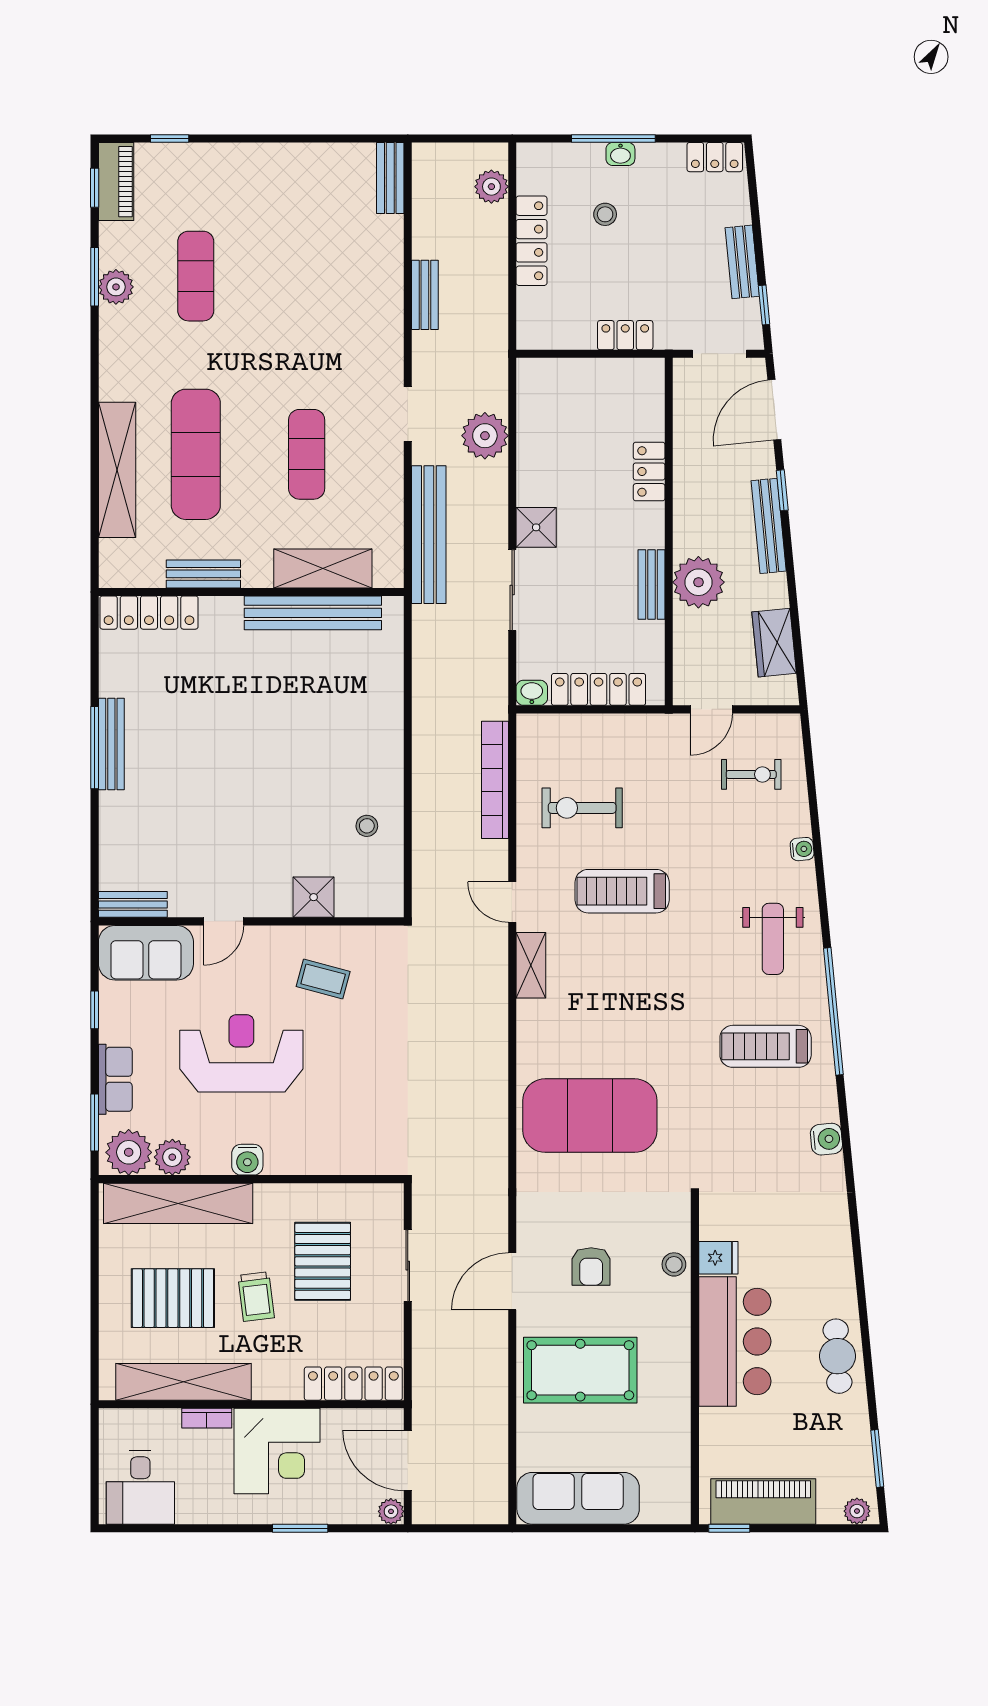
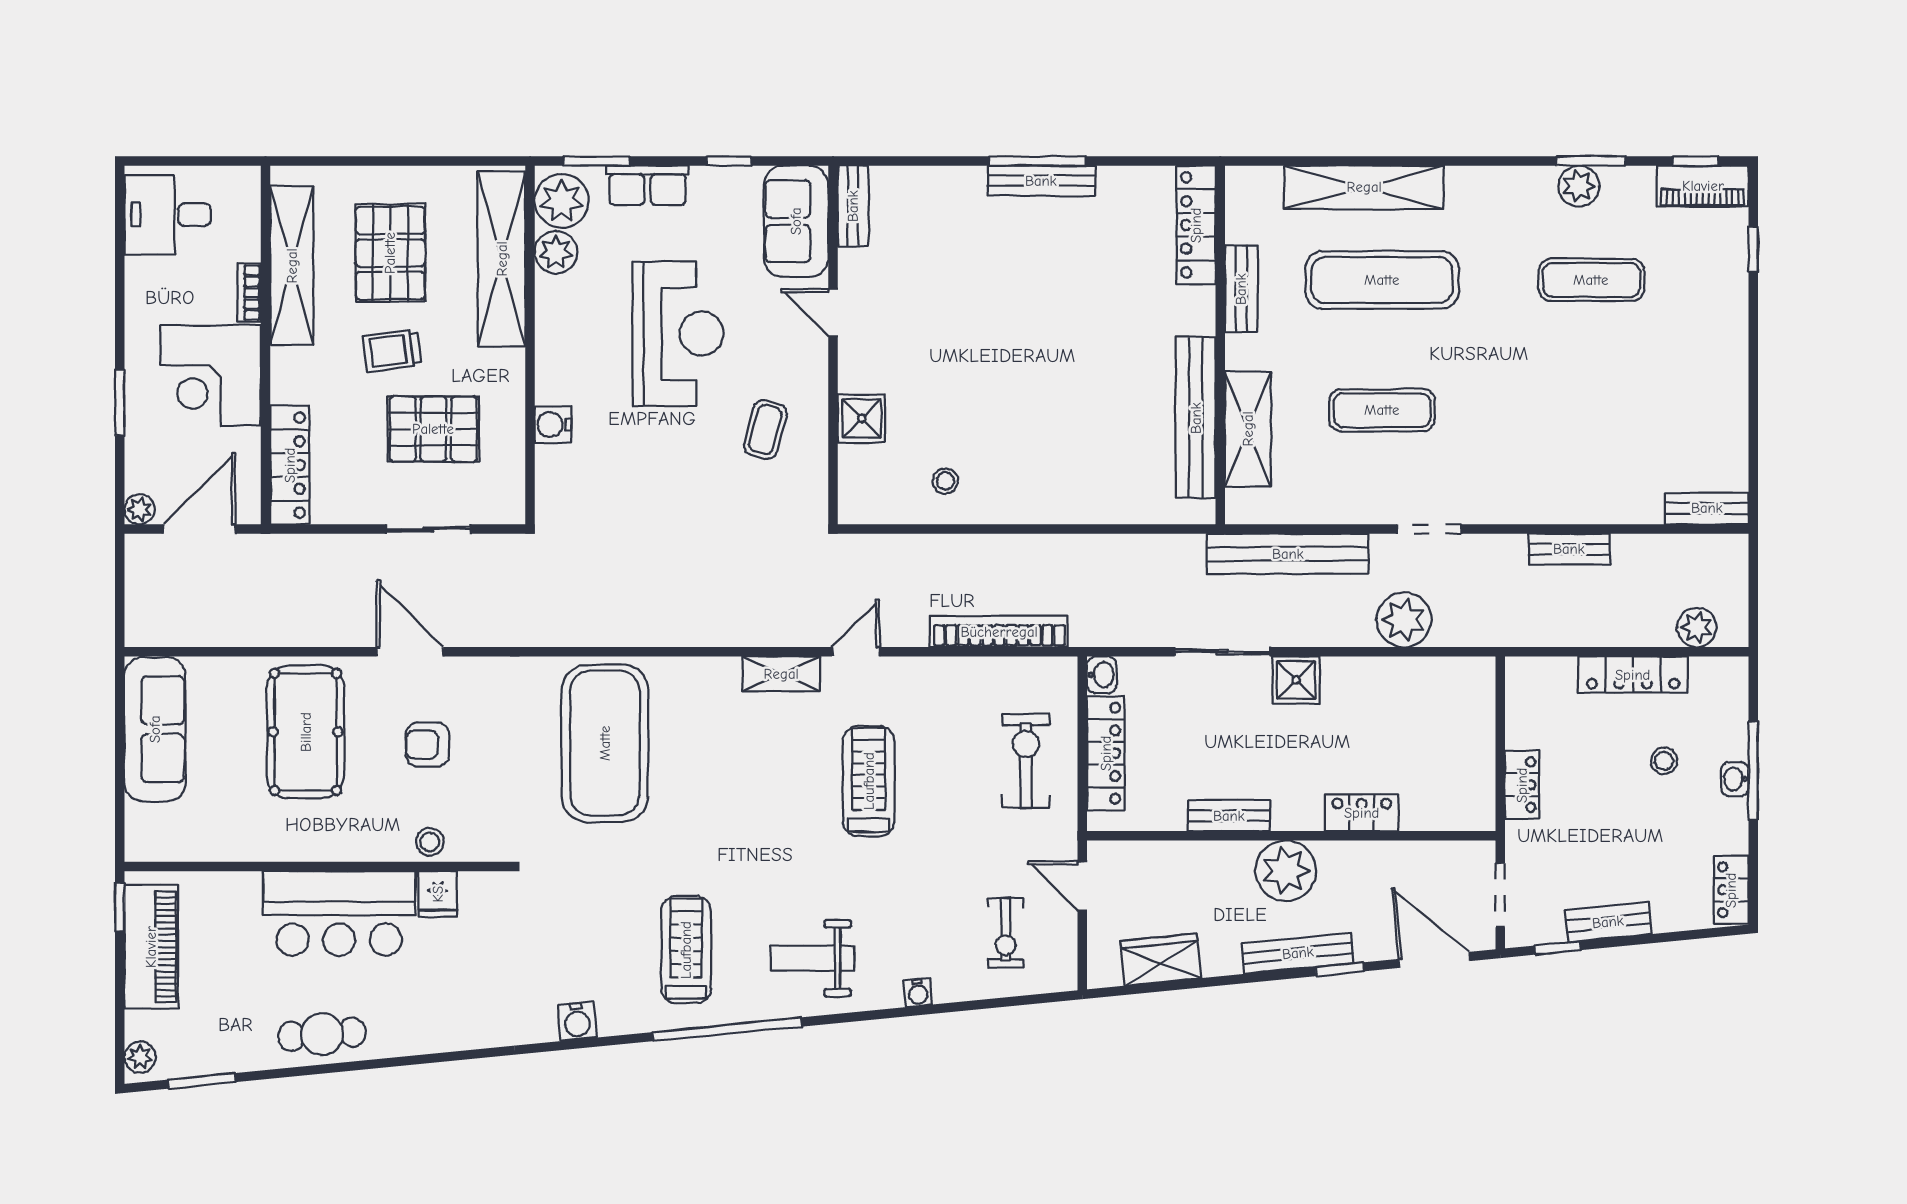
plant: (698, 582) -> (1286, 871), moved
exercise bike: (582, 808) -> (1026, 761), moved
water cooler: (247, 1160) -> (553, 425), moved

